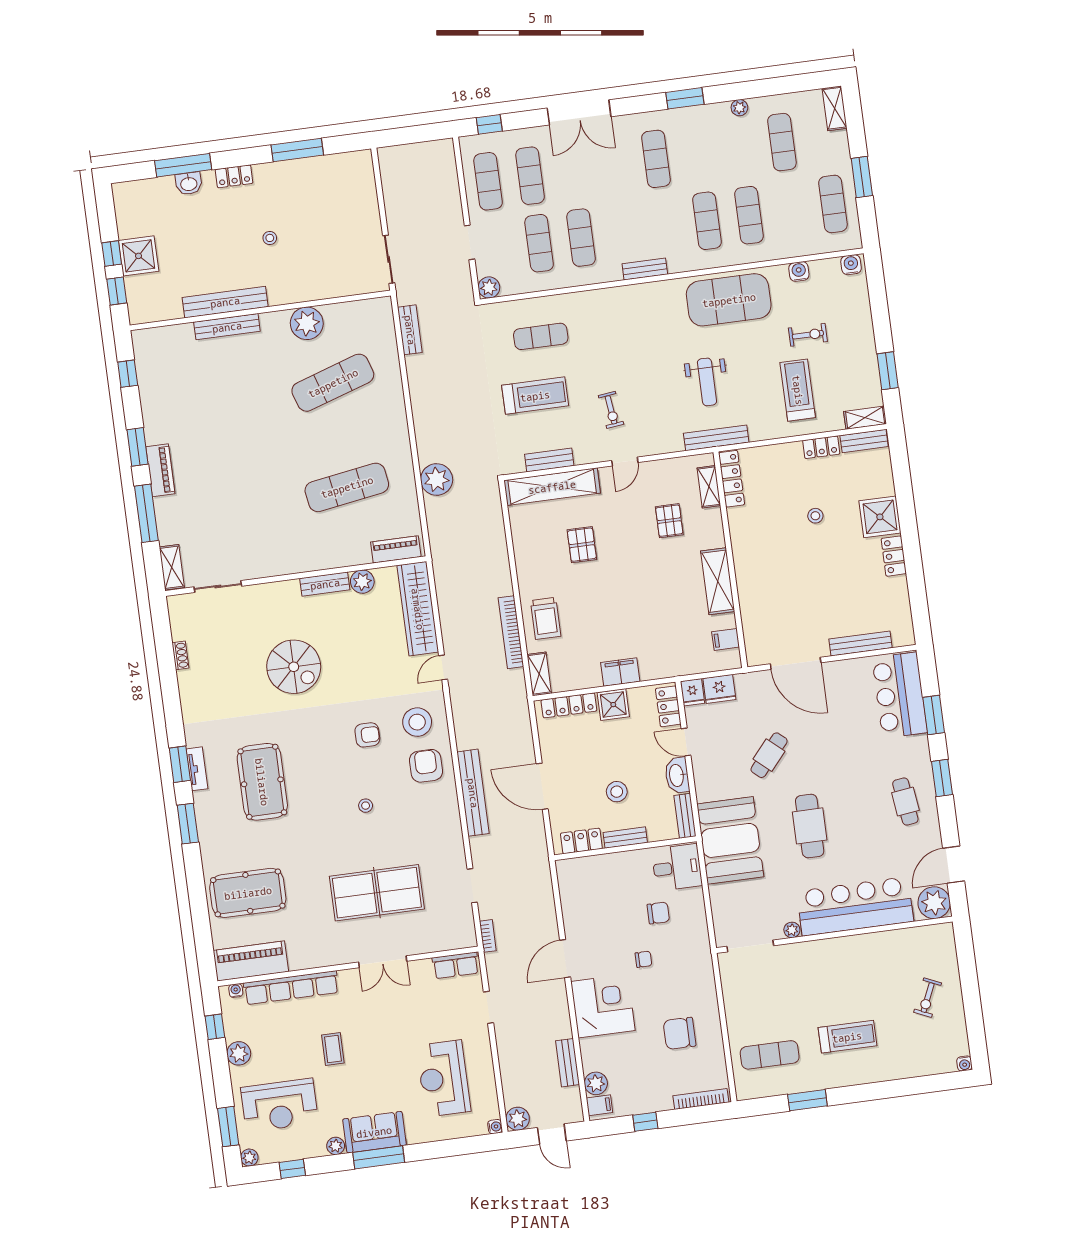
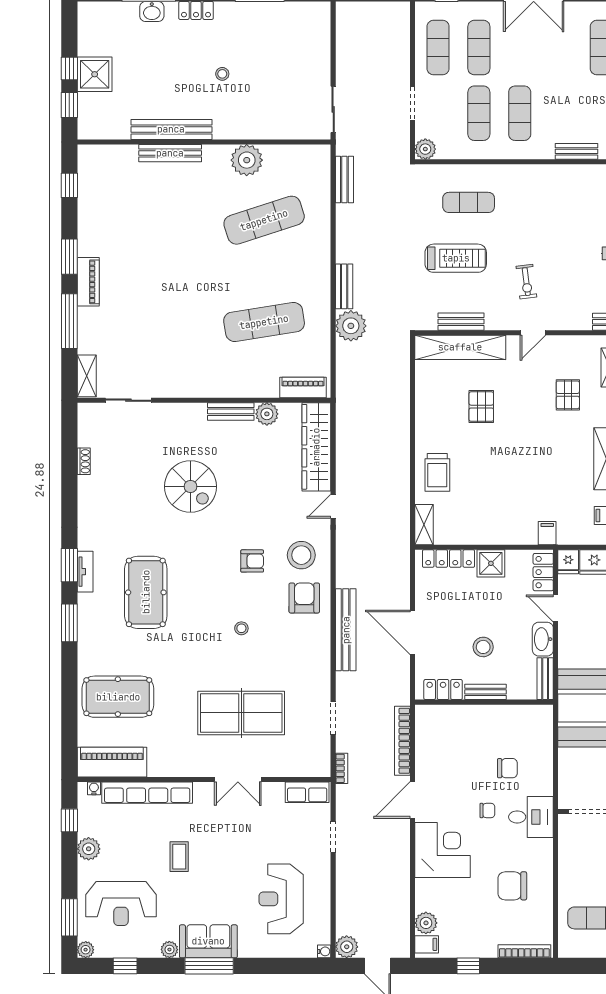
bookcase: (511, 632) -> (402, 741), moved
filing cabinet: (620, 672) -> (547, 533), moved, width x0.50
desk: (677, 868) -> (531, 817), moved
bench: (568, 1063) -> (344, 286), moved

